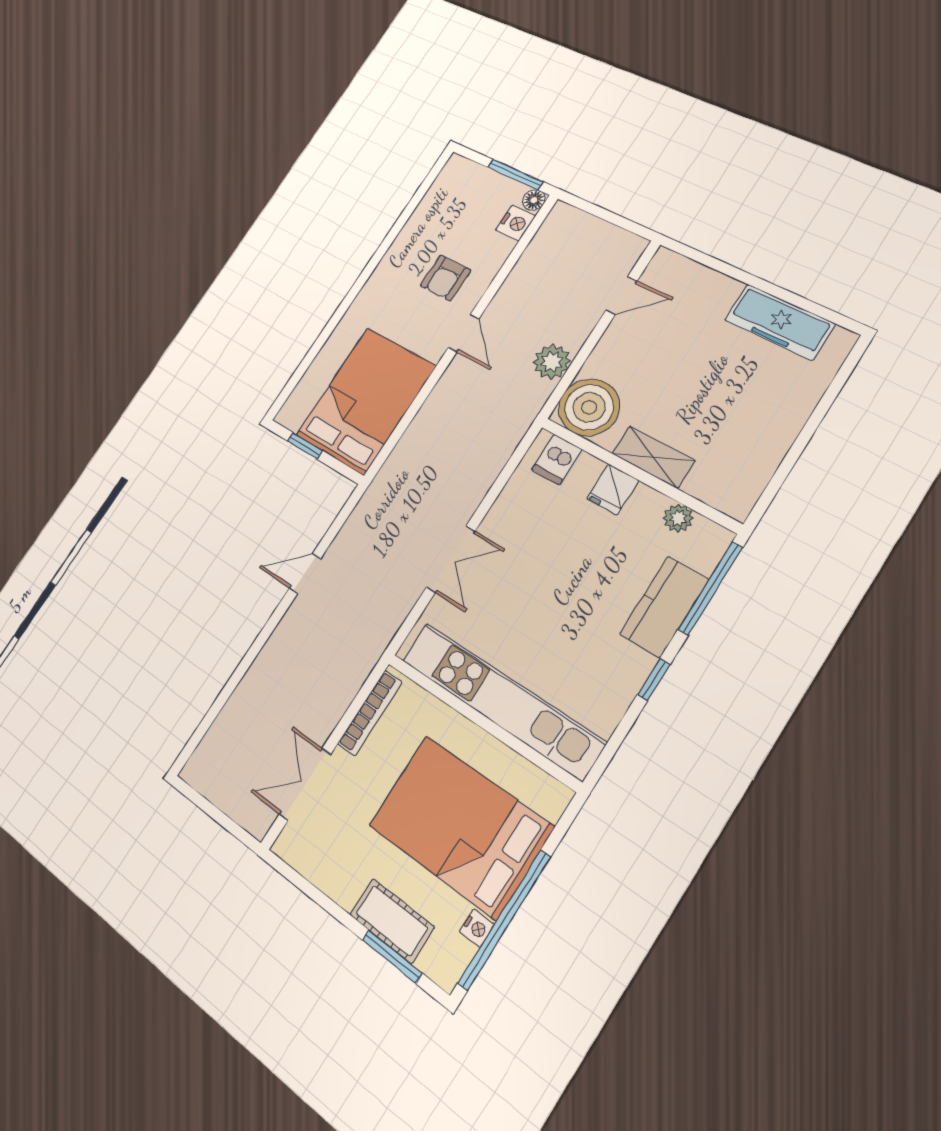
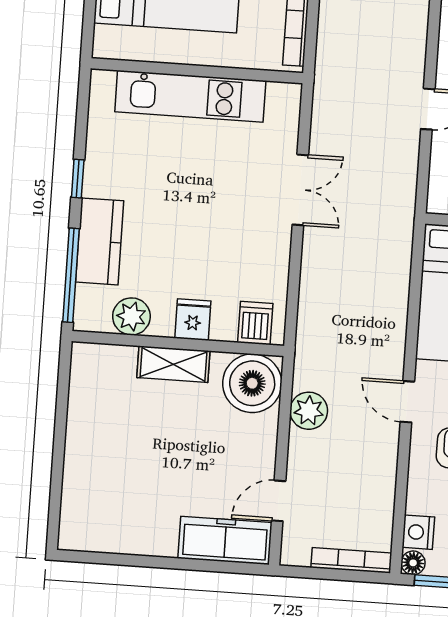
bookcase: (585, 221) -> (351, 560), added
freezer: (779, 322) -> (225, 540), moved
plant: (678, 518) -> (131, 316), width x1.38, depth x1.38
double door: (451, 559) -> (300, 190), swing flipped
kitchen unit: (502, 700) -> (190, 96), width x0.73

